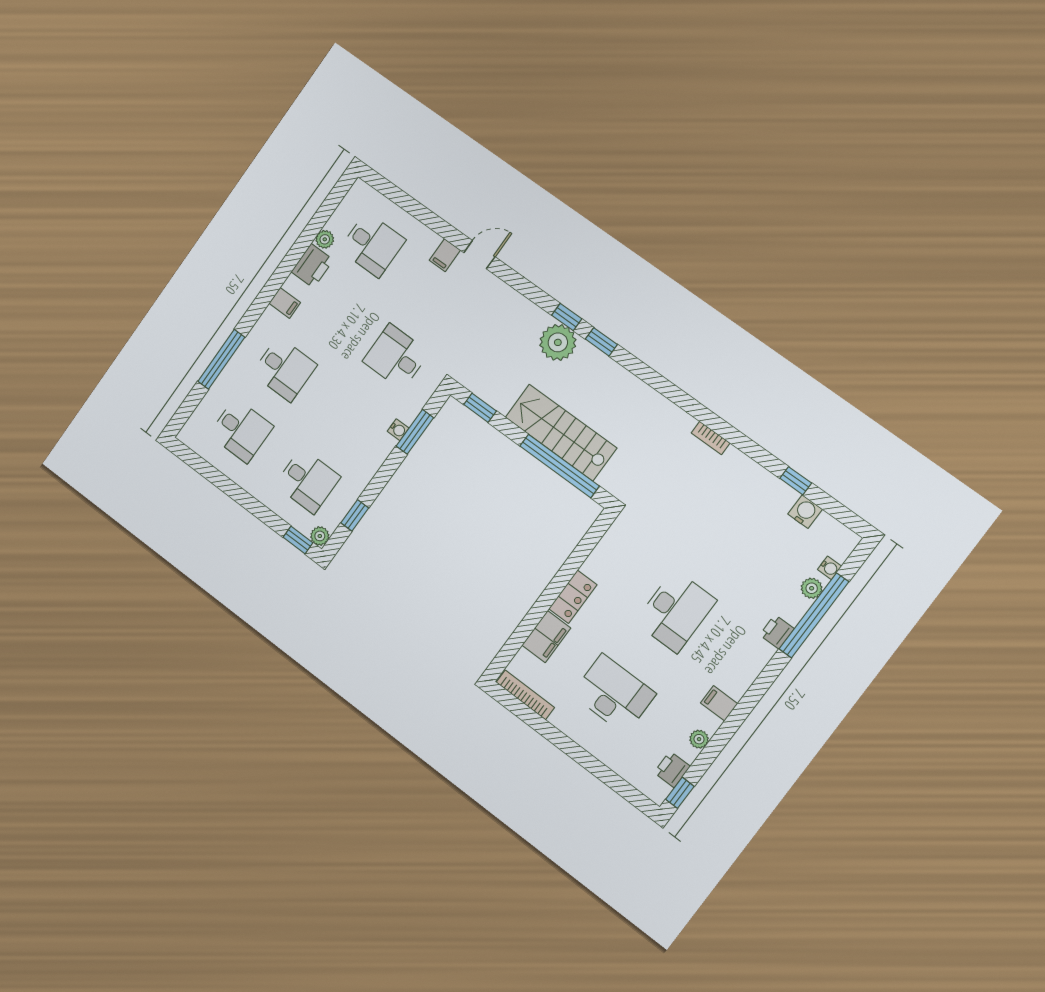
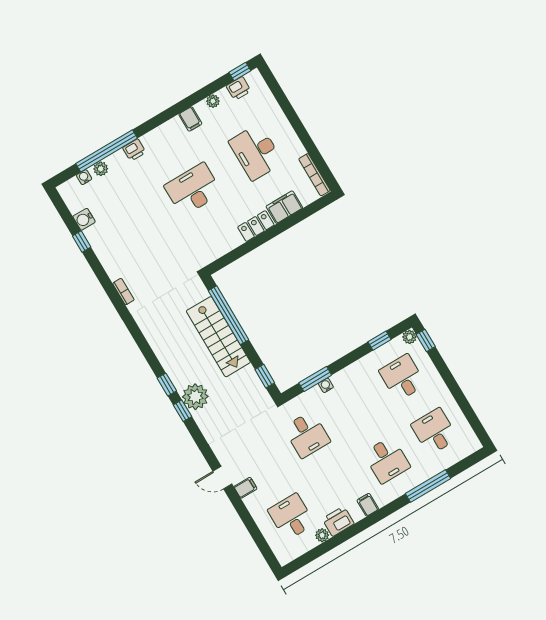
desk: (284, 369) -> (387, 460), turned 180

